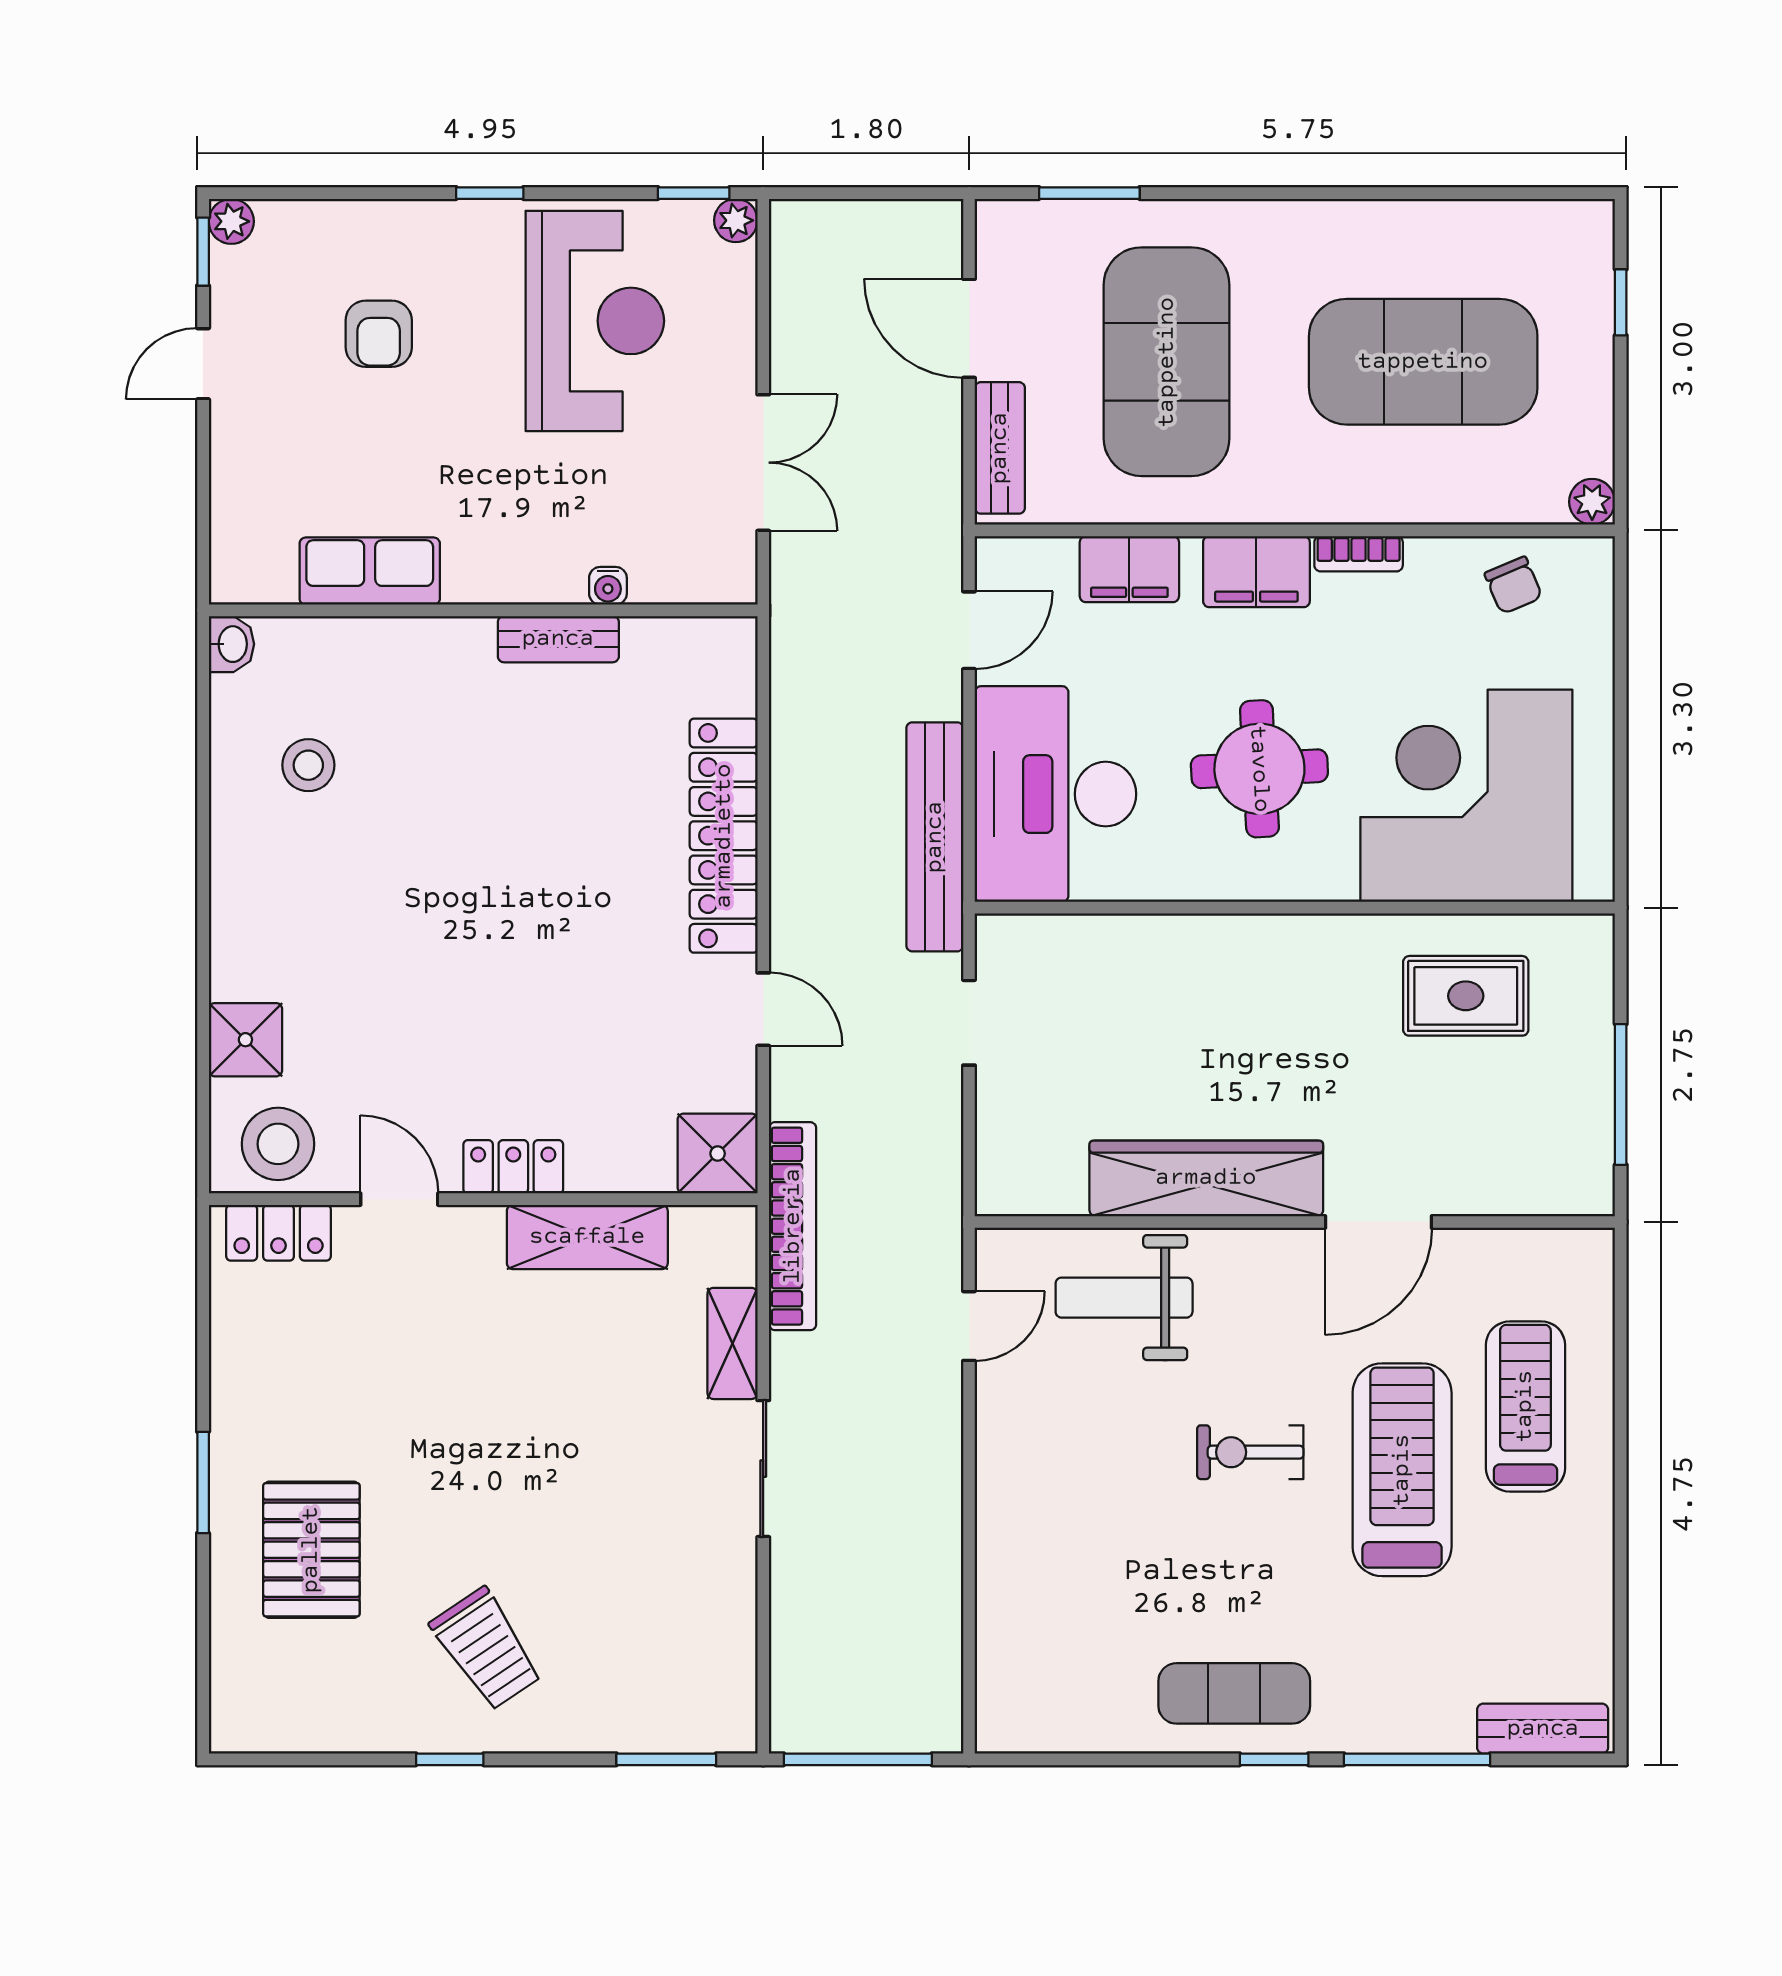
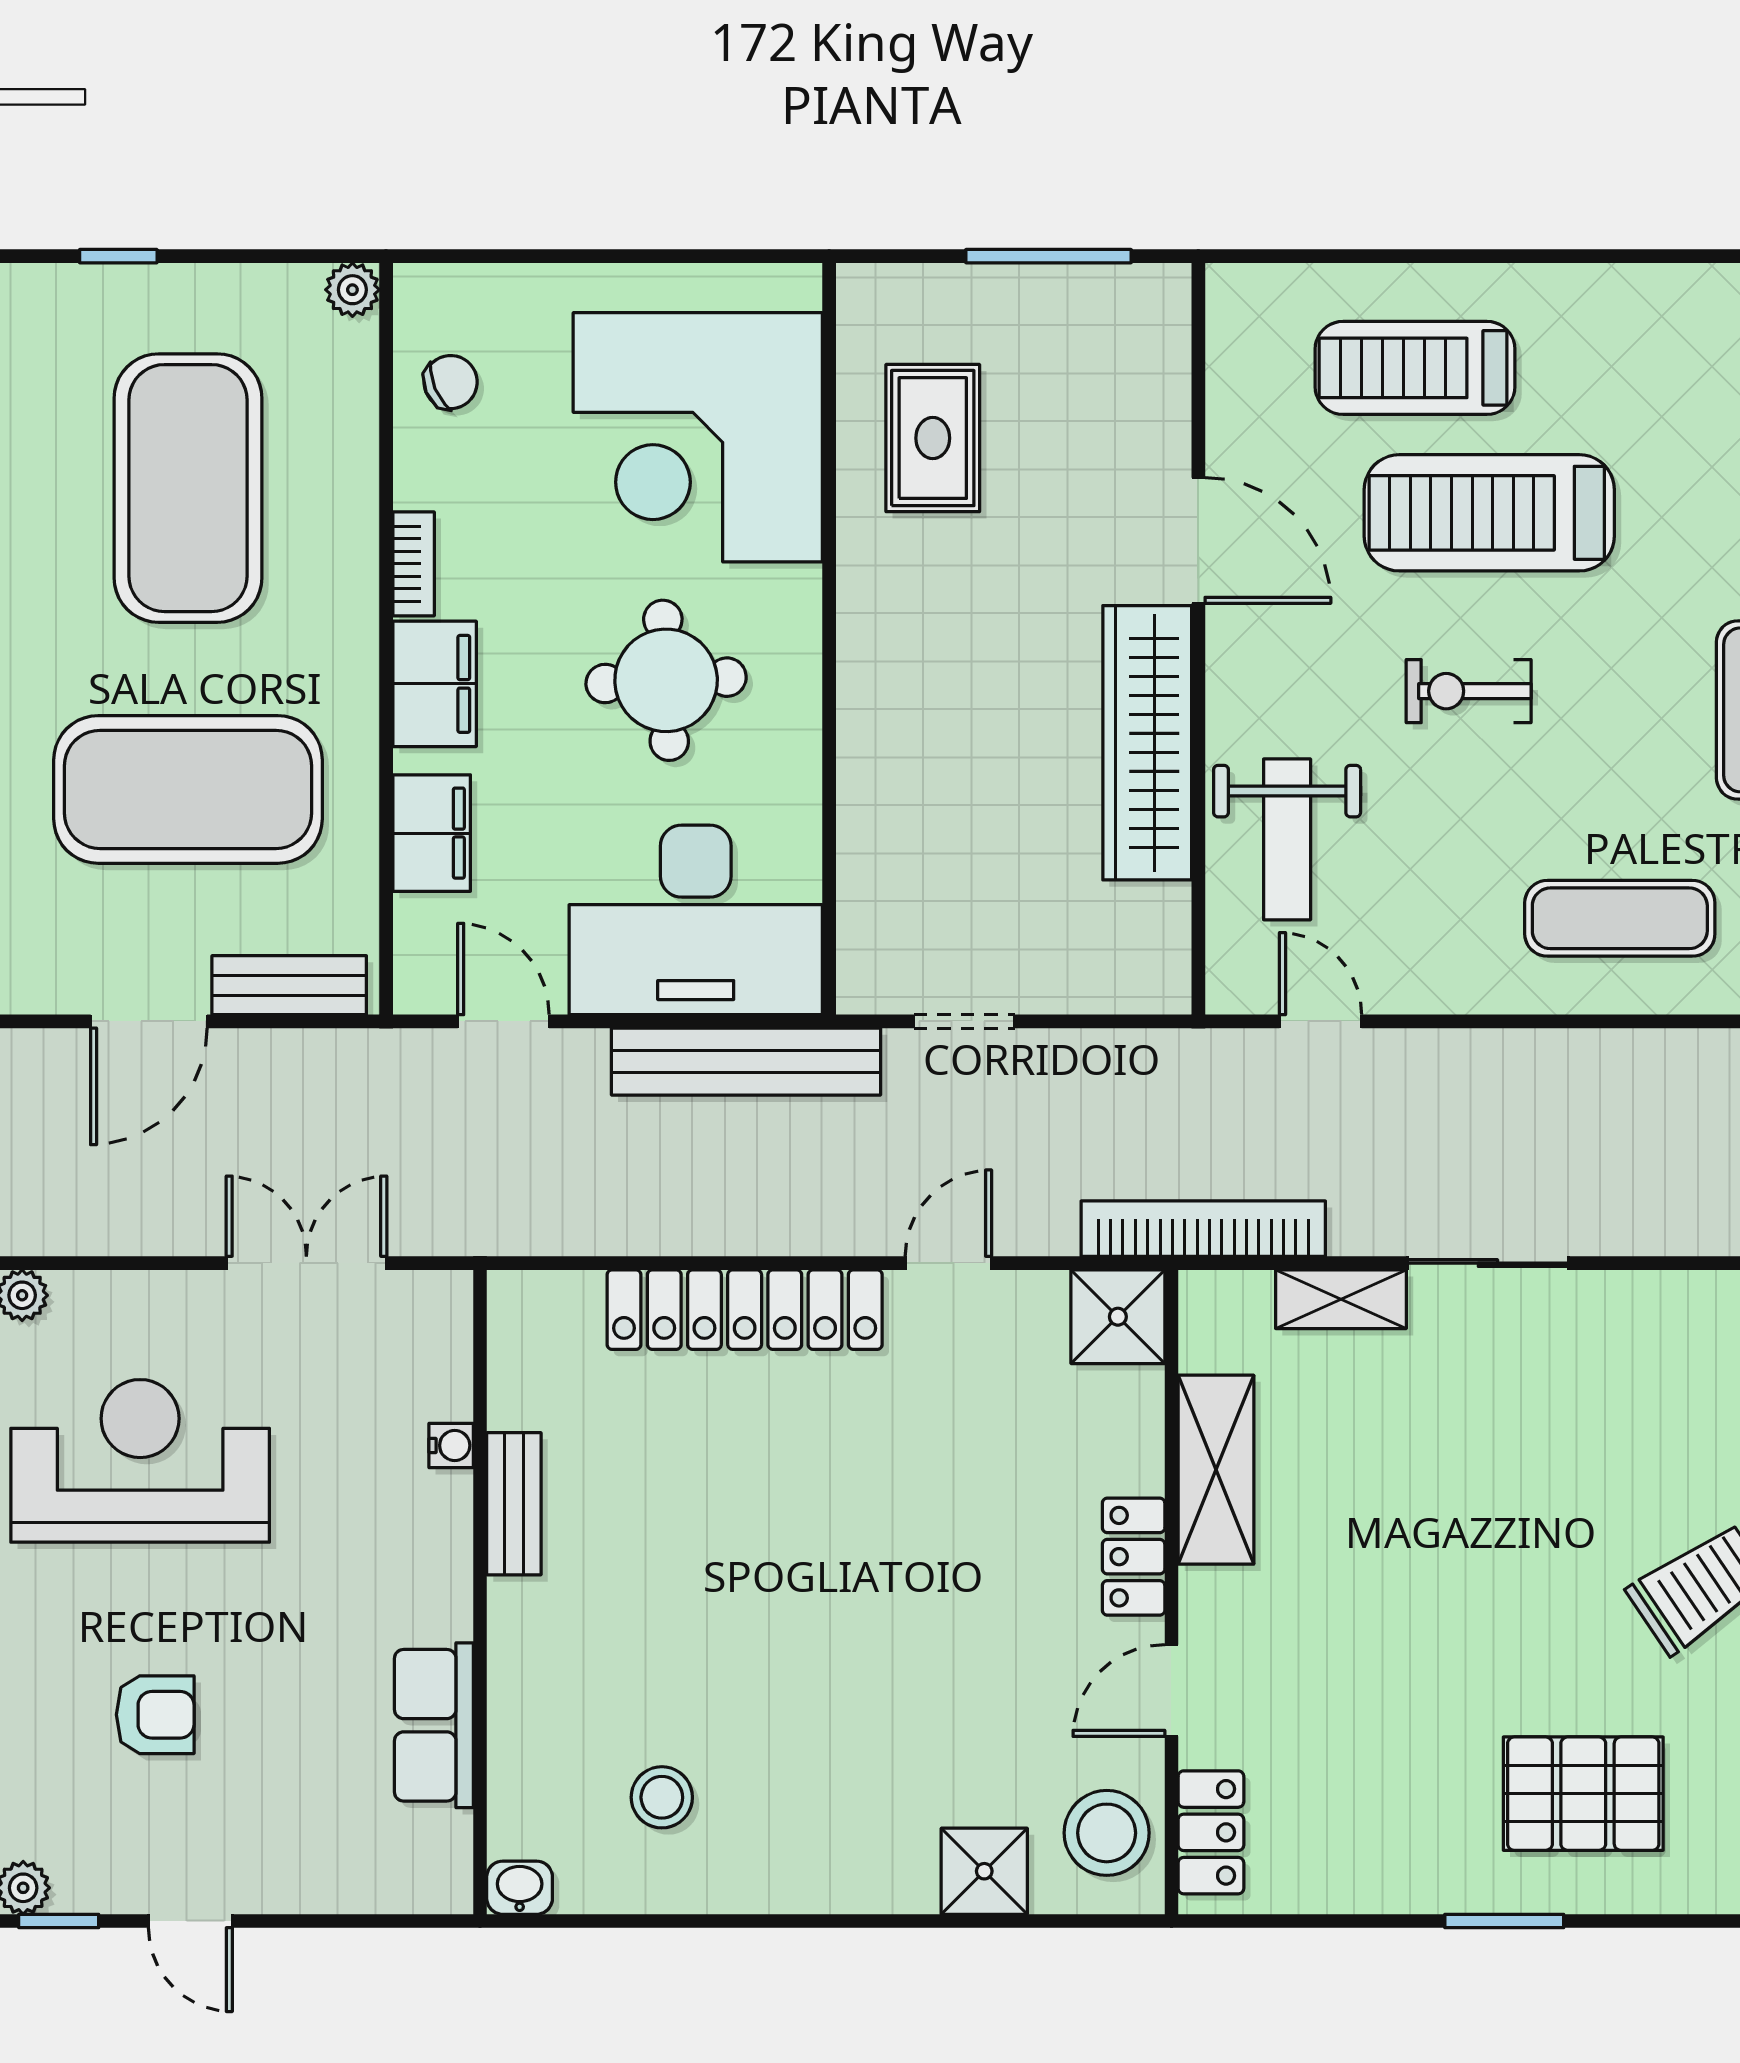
exercise bike: (1250, 1452) -> (1469, 691), turned 90
exercise mat: (1057, 1581) -> (1620, 918), added

